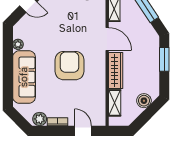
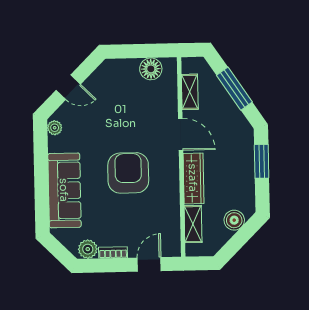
plant: (18, 44) -> (55, 128), moved
door: (83, 131) -> (149, 264), hinge flipped

